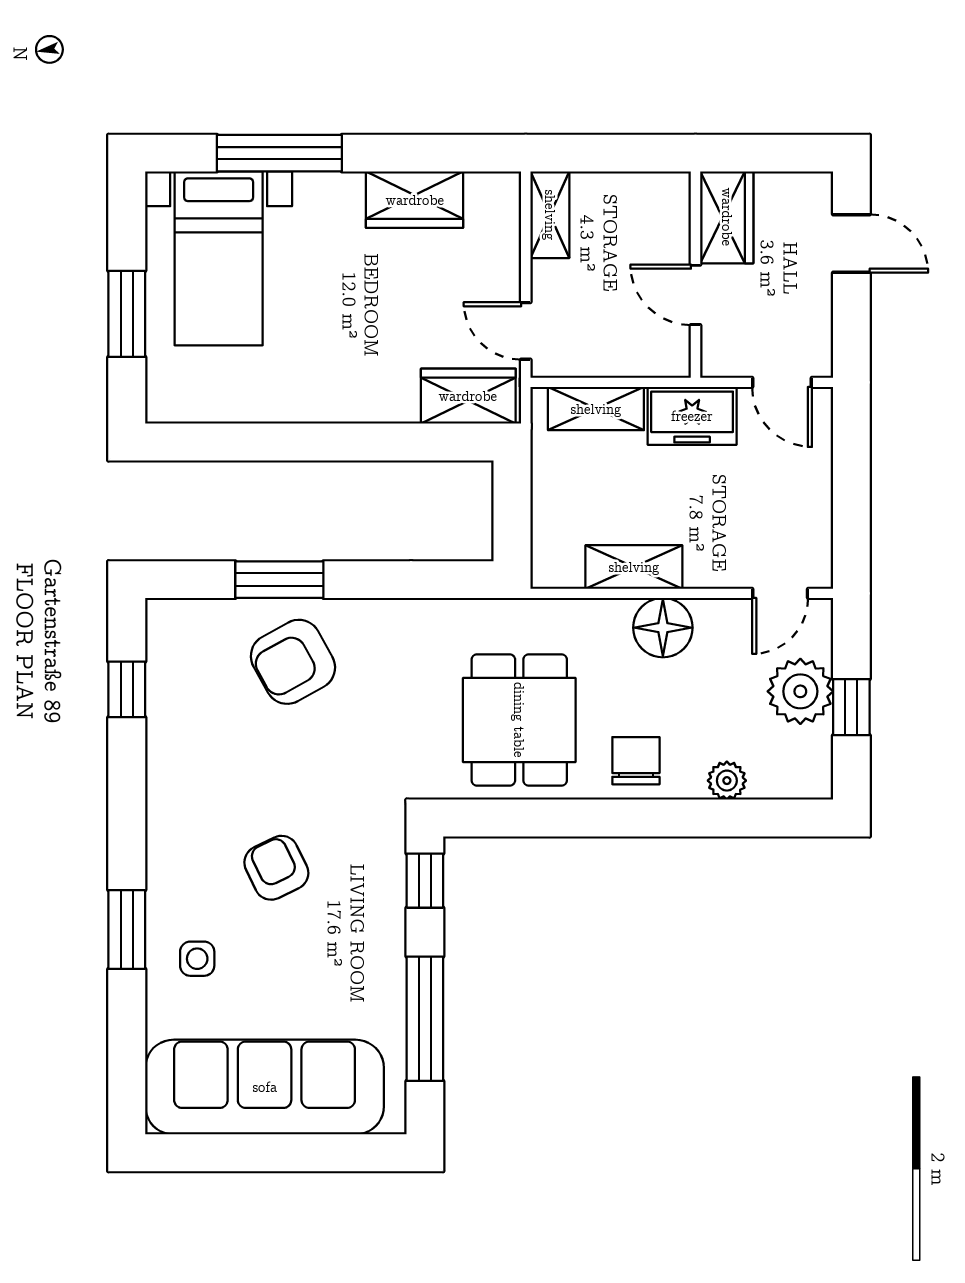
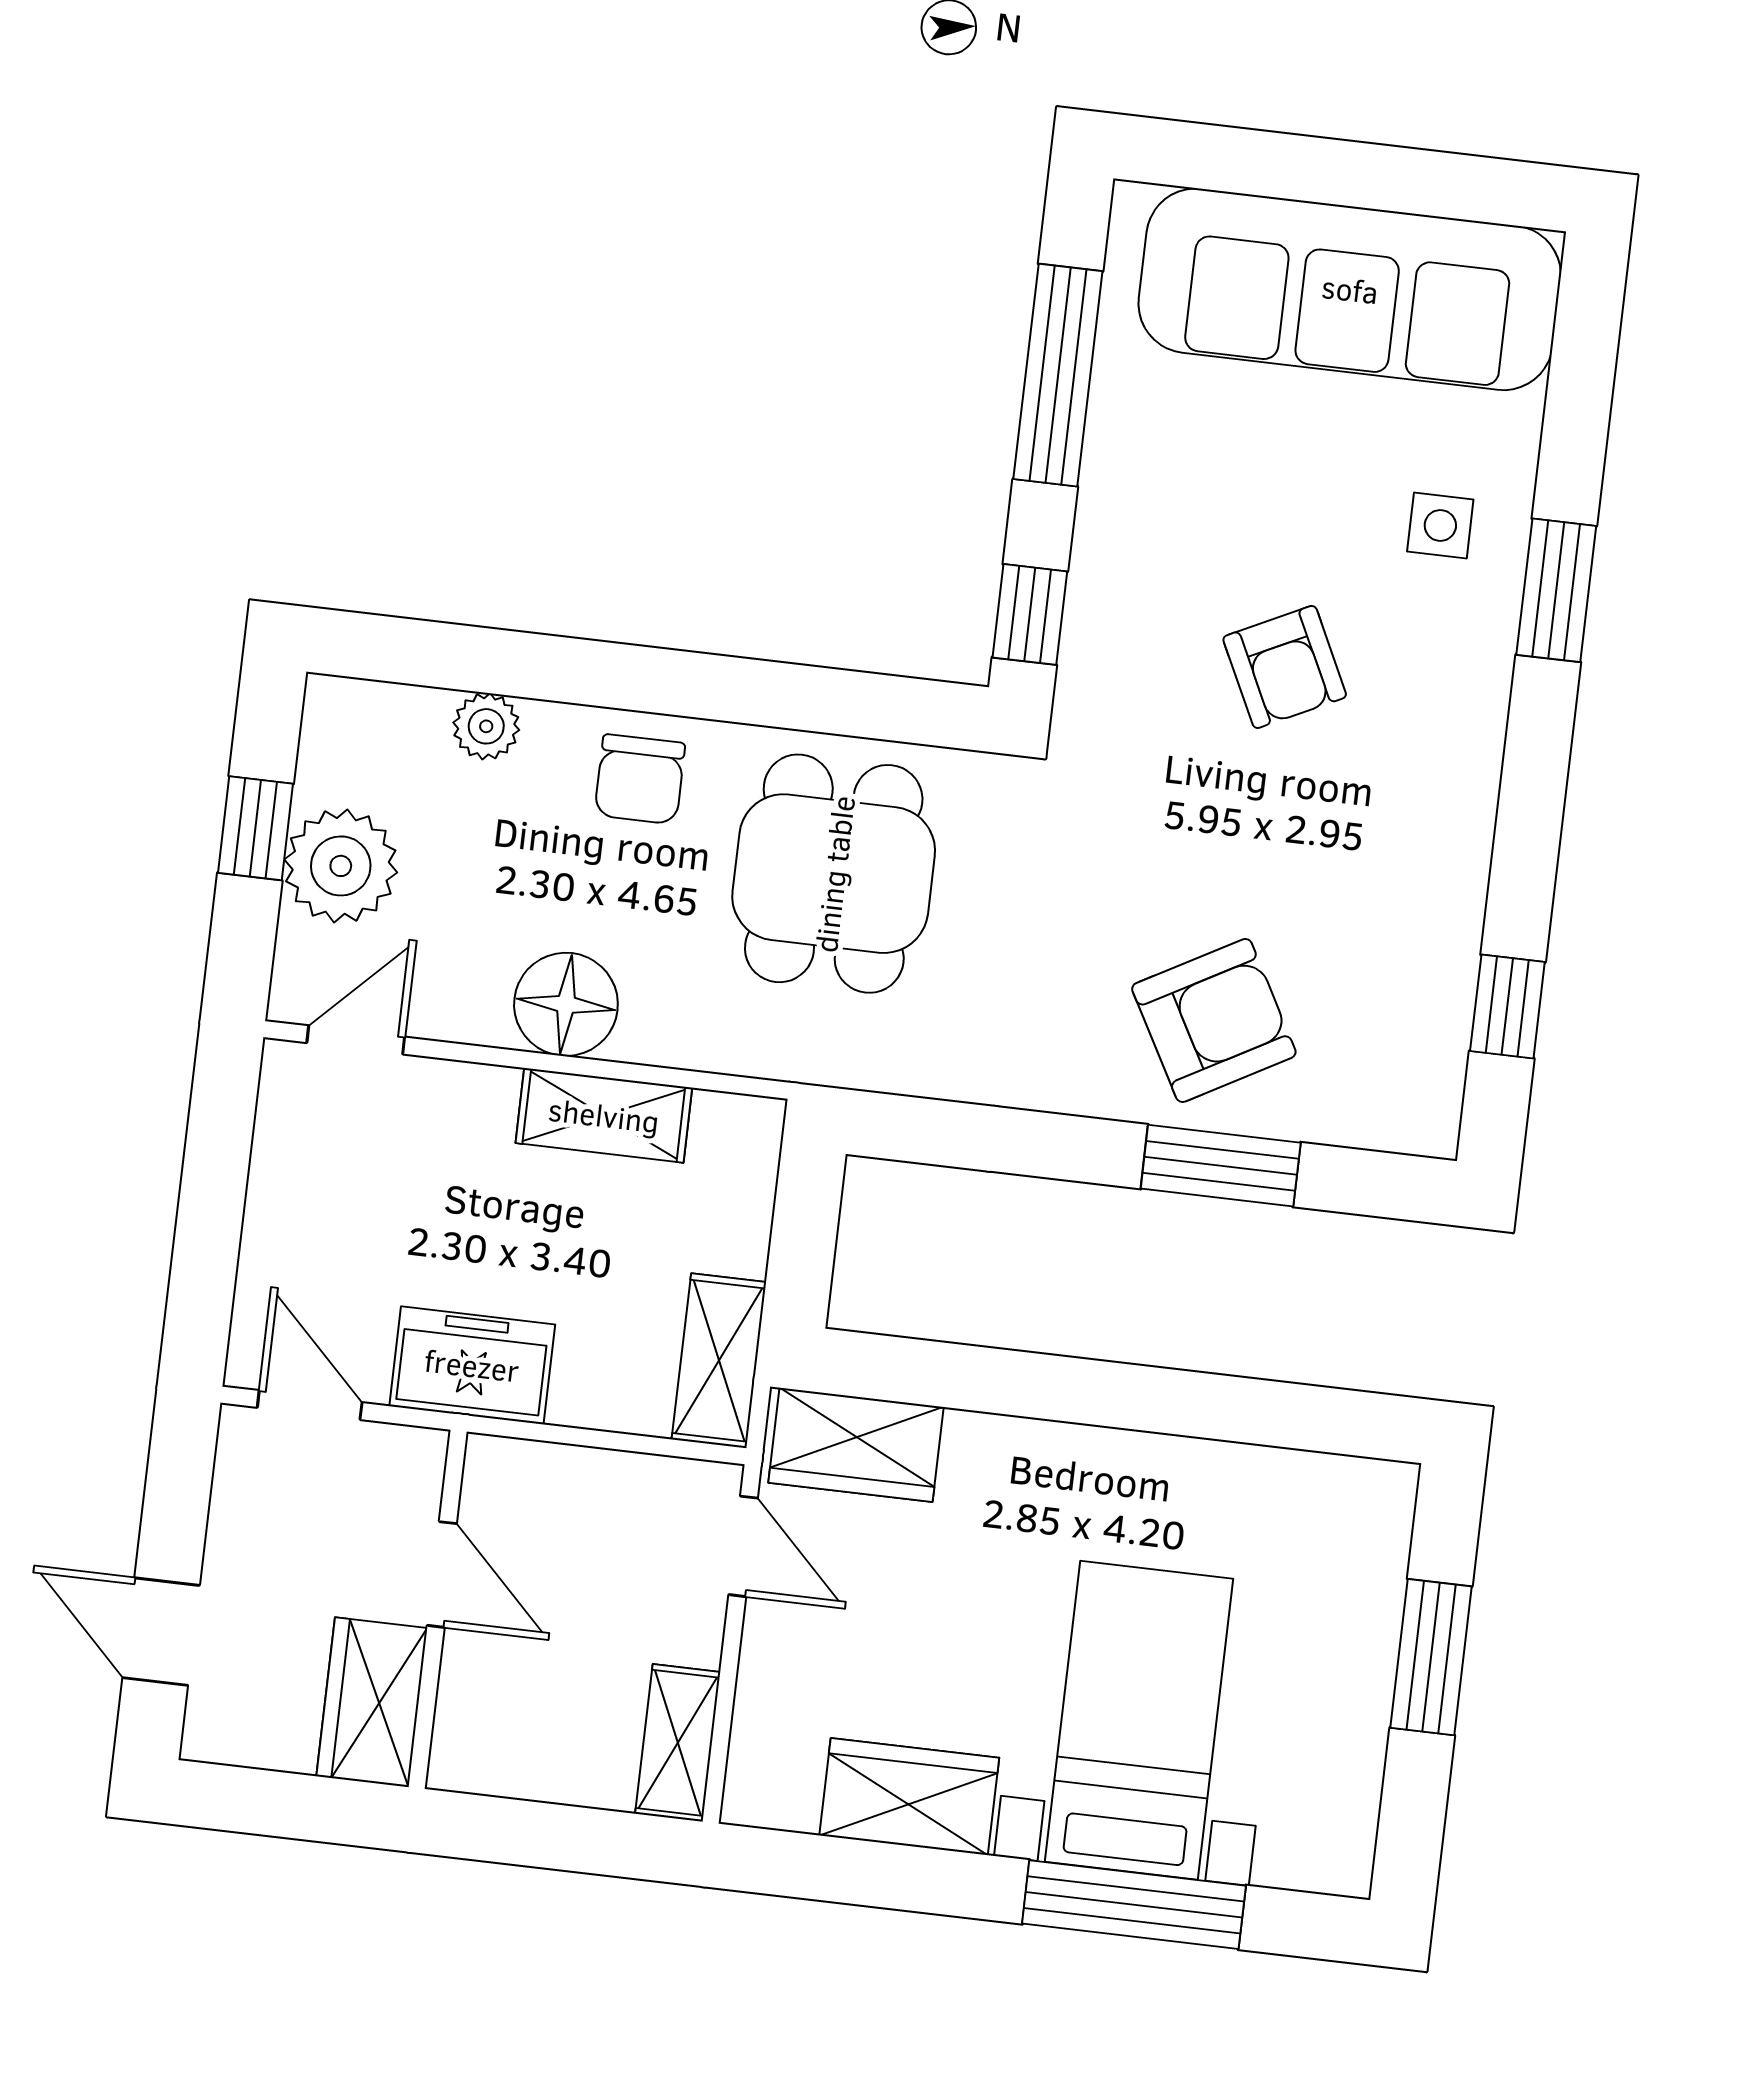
bed with nightstands: (219, 258) -> (1139, 1720), moved
shelving: (596, 409) -> (719, 1361), moved, turned 90

